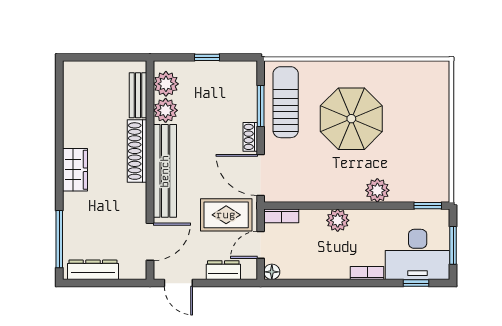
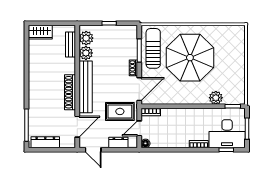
parasol: (351, 119) -> (190, 58), width x1.36, depth x1.36
shoe rack: (137, 151) -> (70, 92), moved
wardrobe: (75, 170) -> (40, 32), moved, turned 90
door: (261, 175) -> (139, 89), swing flipped
plant: (377, 190) -> (216, 98), moved
plant: (338, 220) -> (182, 115), removed

